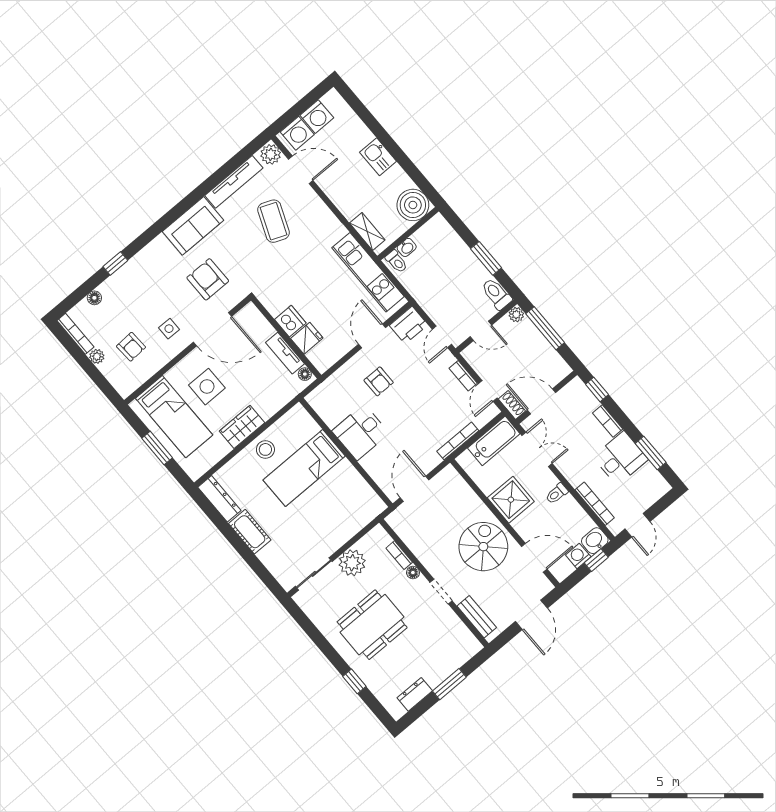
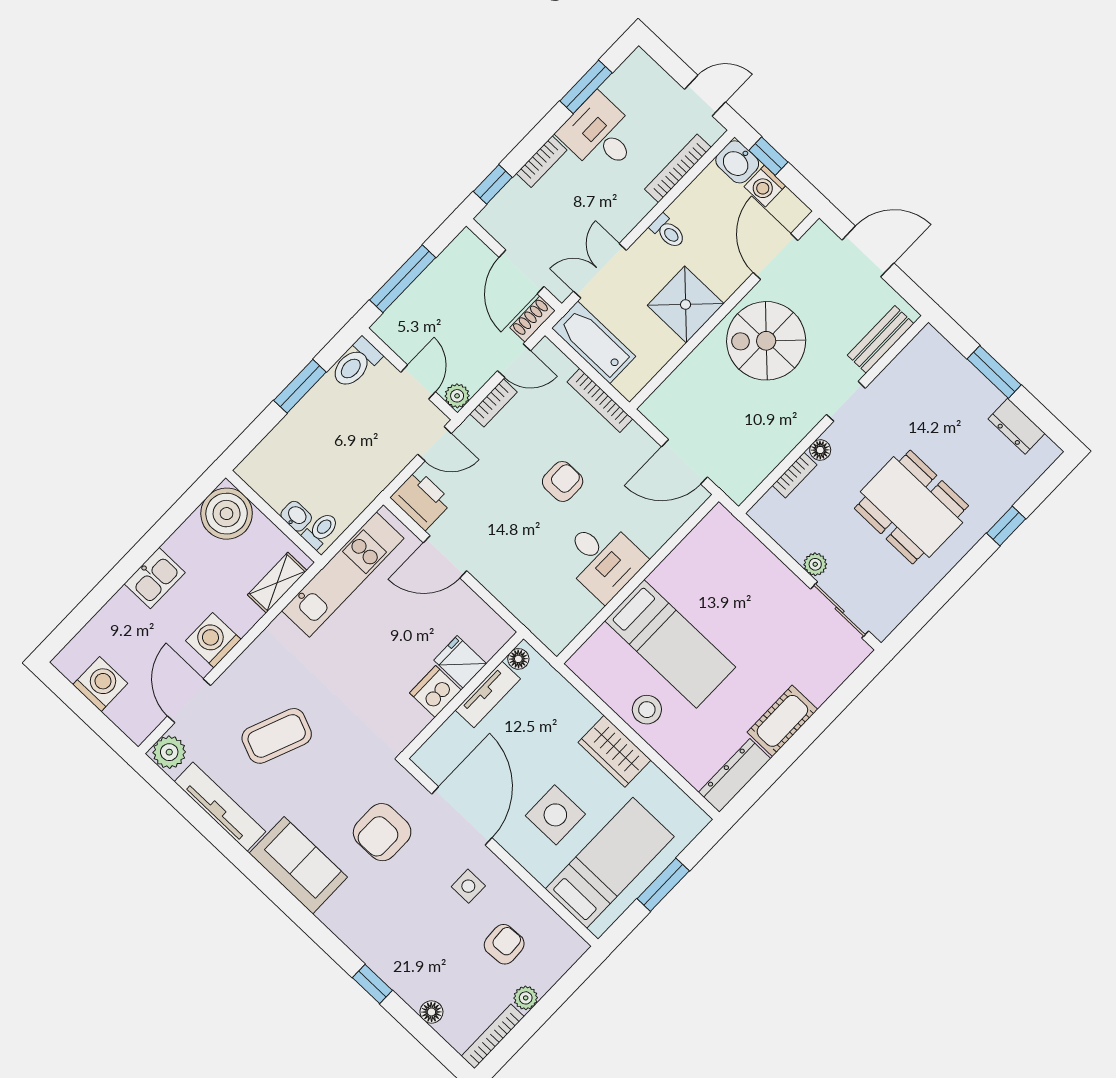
washing machine: (297, 133) -> (213, 640), moved, turned -90
plant: (516, 315) -> (457, 396), moved
armchair: (379, 381) -> (563, 481), moved
plant: (352, 563) -> (815, 564), width x0.53, depth x0.53

